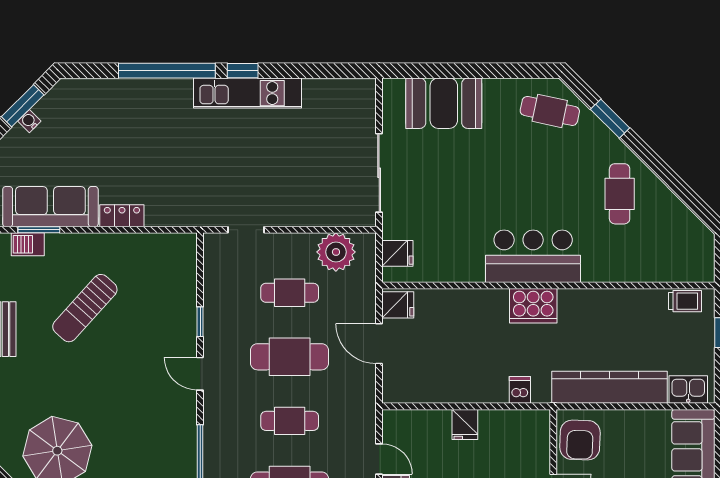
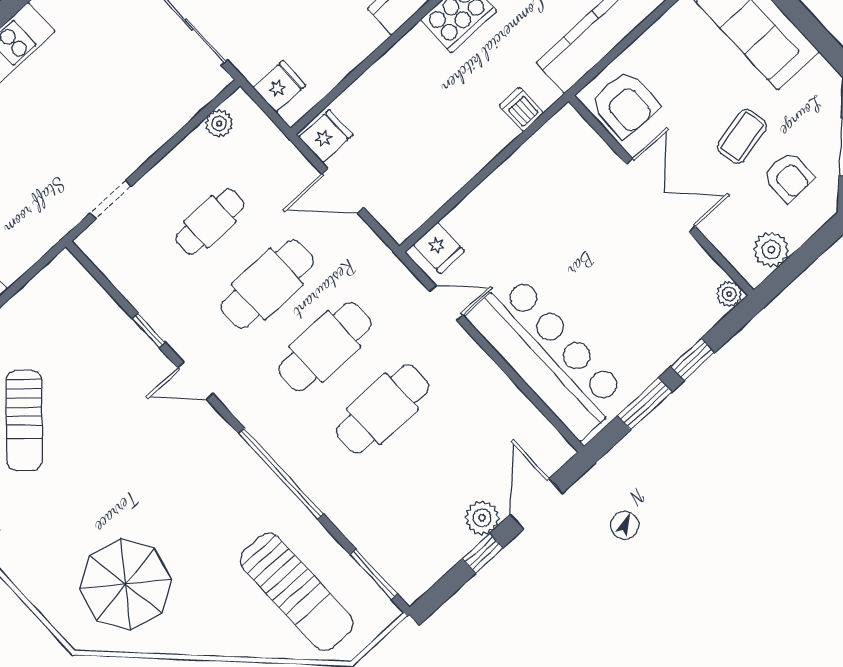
plant: (336, 252) -> (219, 123), width x0.53, depth x0.53
cafe table: (290, 421) -> (325, 346), width x1.37, depth x1.35
fridge: (465, 424) -> (439, 248), moved

